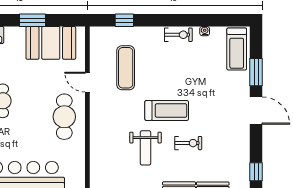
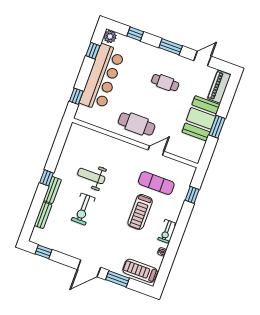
booth: (51, 43) -> (201, 118), moved
treadmill: (167, 110) -> (140, 212), moved
exercise bike: (188, 143) -> (83, 209), width x1.38, depth x1.39

